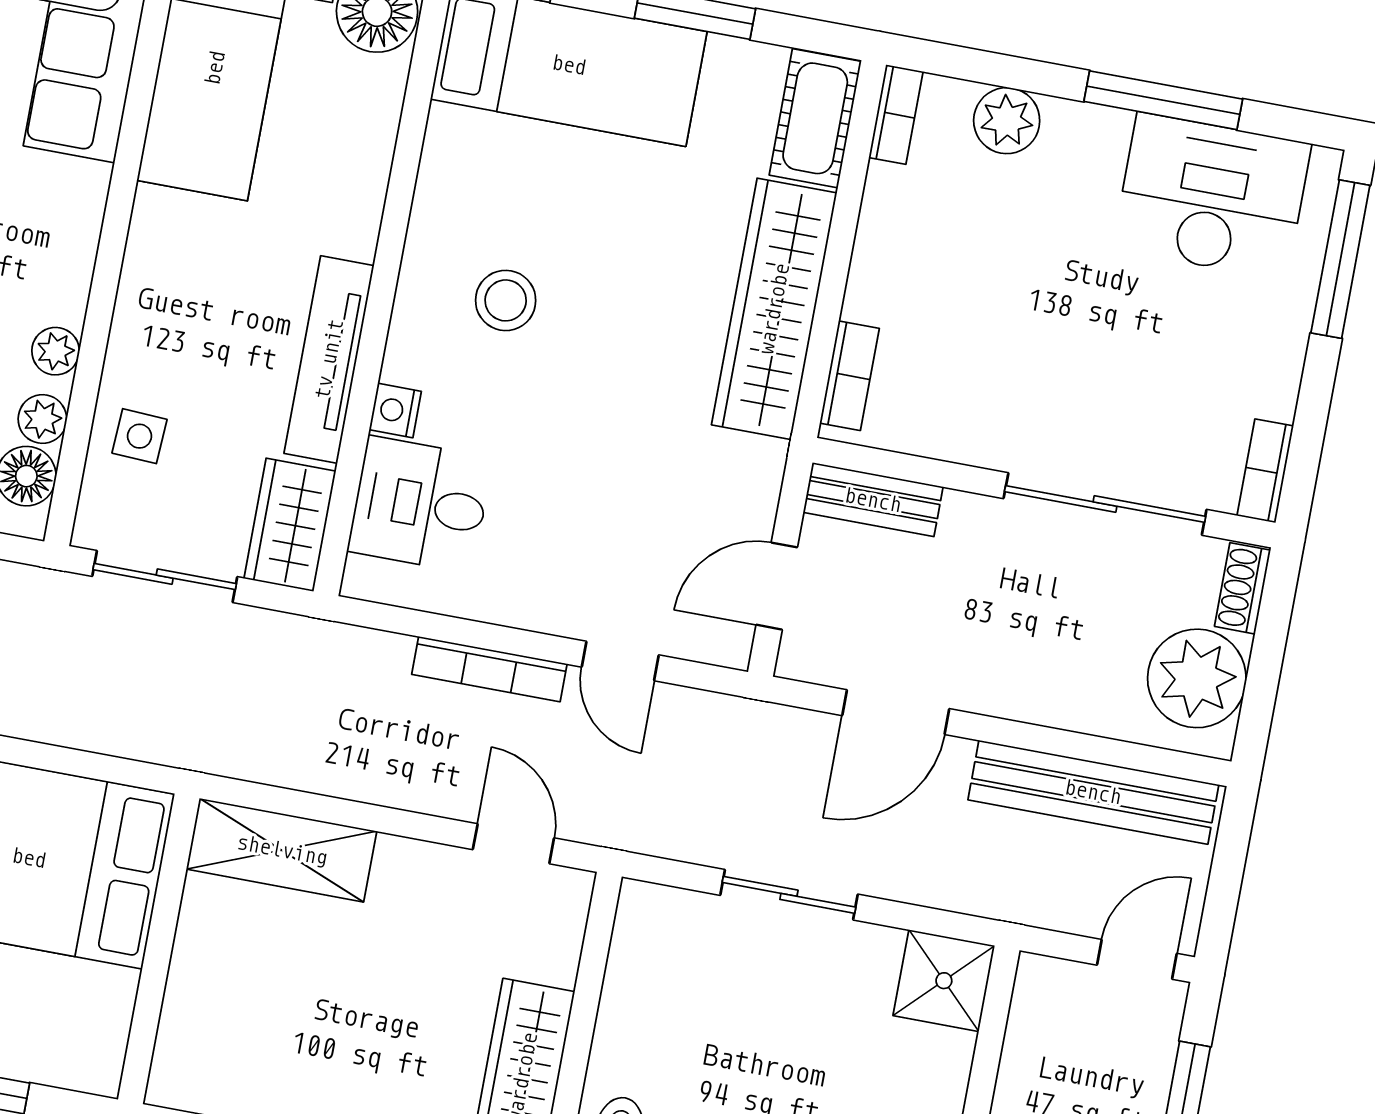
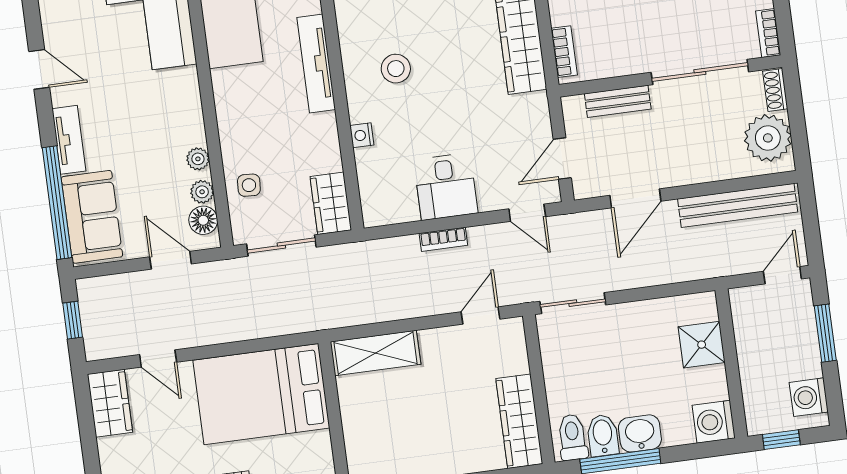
tv unit: (329, 359) -> (316, 64), moved
bench: (873, 500) -> (618, 101), moved
desk: (420, 504) -> (446, 187), moved, turned -90
door: (620, 661) -> (527, 213), moved
bookcase: (489, 669) -> (443, 239), width x0.64
door: (513, 844) -> (481, 315), hinge flipped
sliding door: (789, 895) -> (573, 303), moved
shower: (944, 981) -> (702, 345), moved

